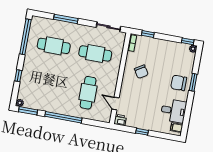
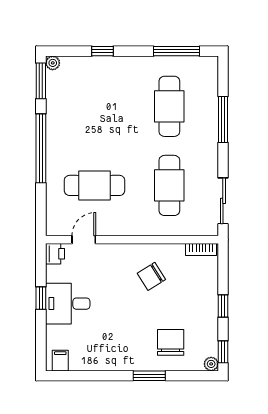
window: (148, 34) -> (223, 306), moved
window: (25, 37) -> (176, 51), width x0.68
chair: (179, 83) -> (171, 342), moved
desk: (173, 111) -> (68, 304), moved, turned 90

